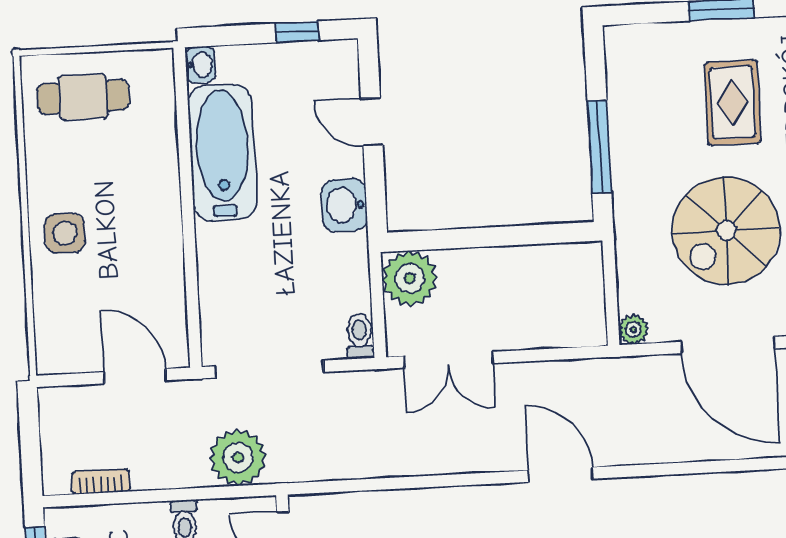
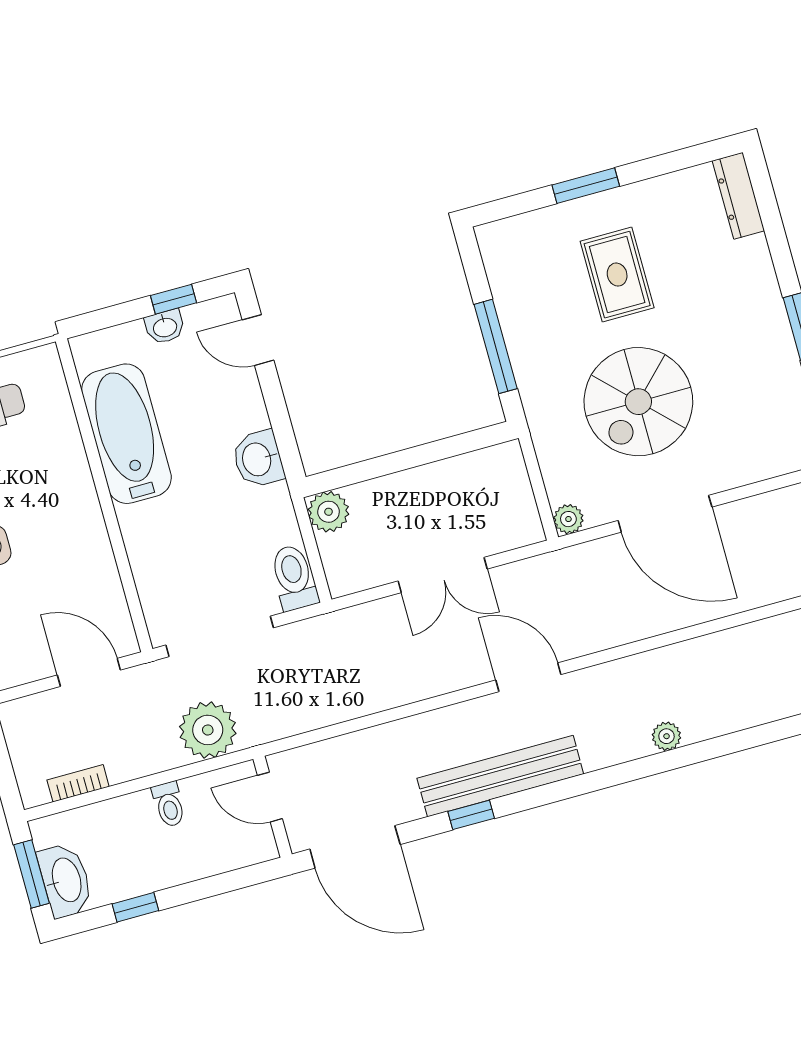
washbasin: (200, 65) -> (165, 327), moved, turned 90
door: (372, 122) -> (258, 340), moved
plant: (410, 278) -> (329, 512), width x0.73, depth x0.73
toilet: (360, 336) -> (294, 578), width x1.37, depth x1.39
double door: (448, 360) -> (443, 575), moved

